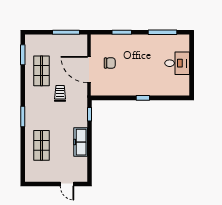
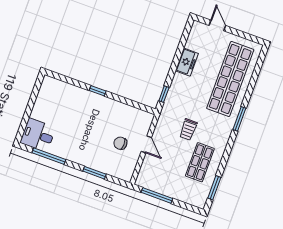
desk: (177, 63) -> (38, 135), moved
door: (89, 70) -> (146, 144), width x0.53
freezer: (81, 142) -> (187, 62), width x0.71
shop shelf: (42, 145) -> (230, 79), width x2.00, depth x1.36

